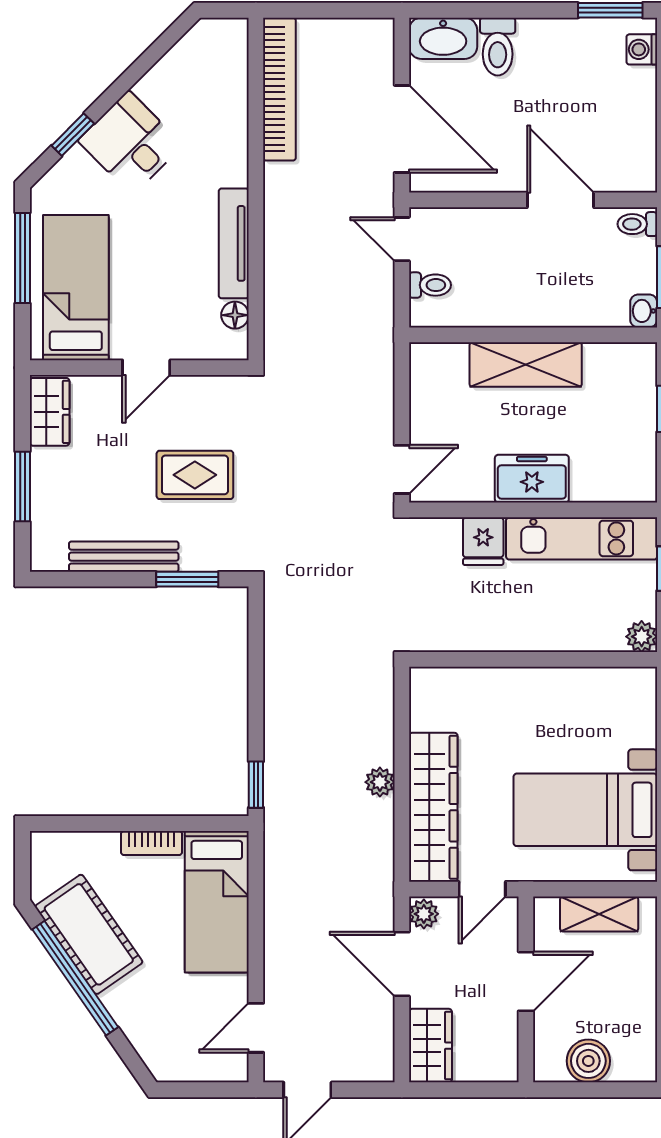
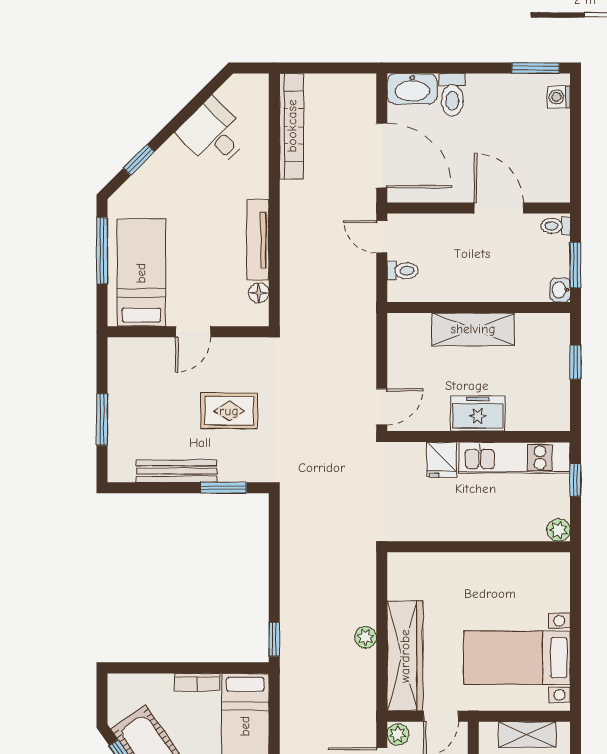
desk: (130, 143) -> (214, 134), moved
wardrobe: (50, 412) -> (122, 364), removed

